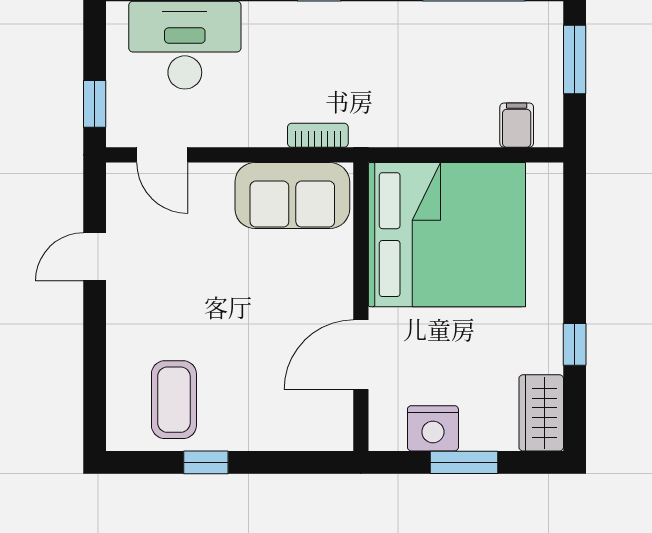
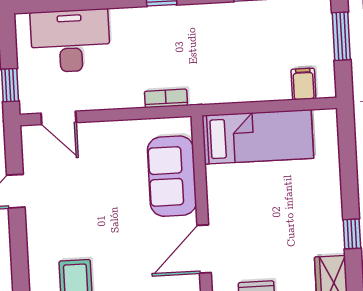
sofa: (292, 195) -> (172, 176), moved, turned 90
bed: (447, 235) -> (258, 137), width x0.49

